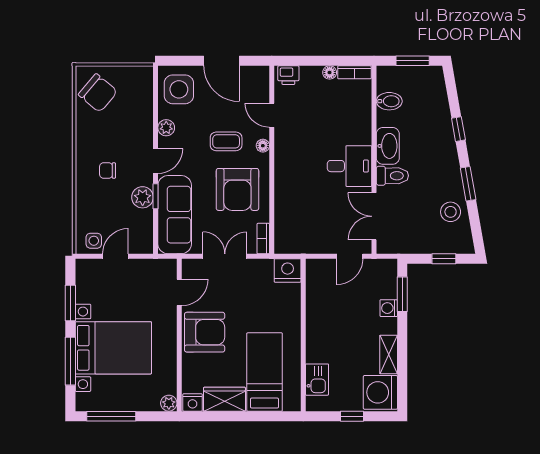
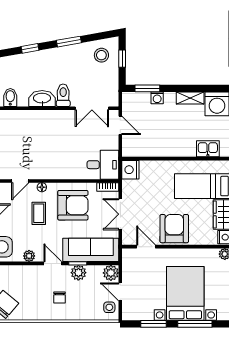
desk: (350, 166) -> (103, 165), moved, turned 90
stool: (451, 212) -> (101, 55), moved
plant: (142, 243) -> (111, 273), added

